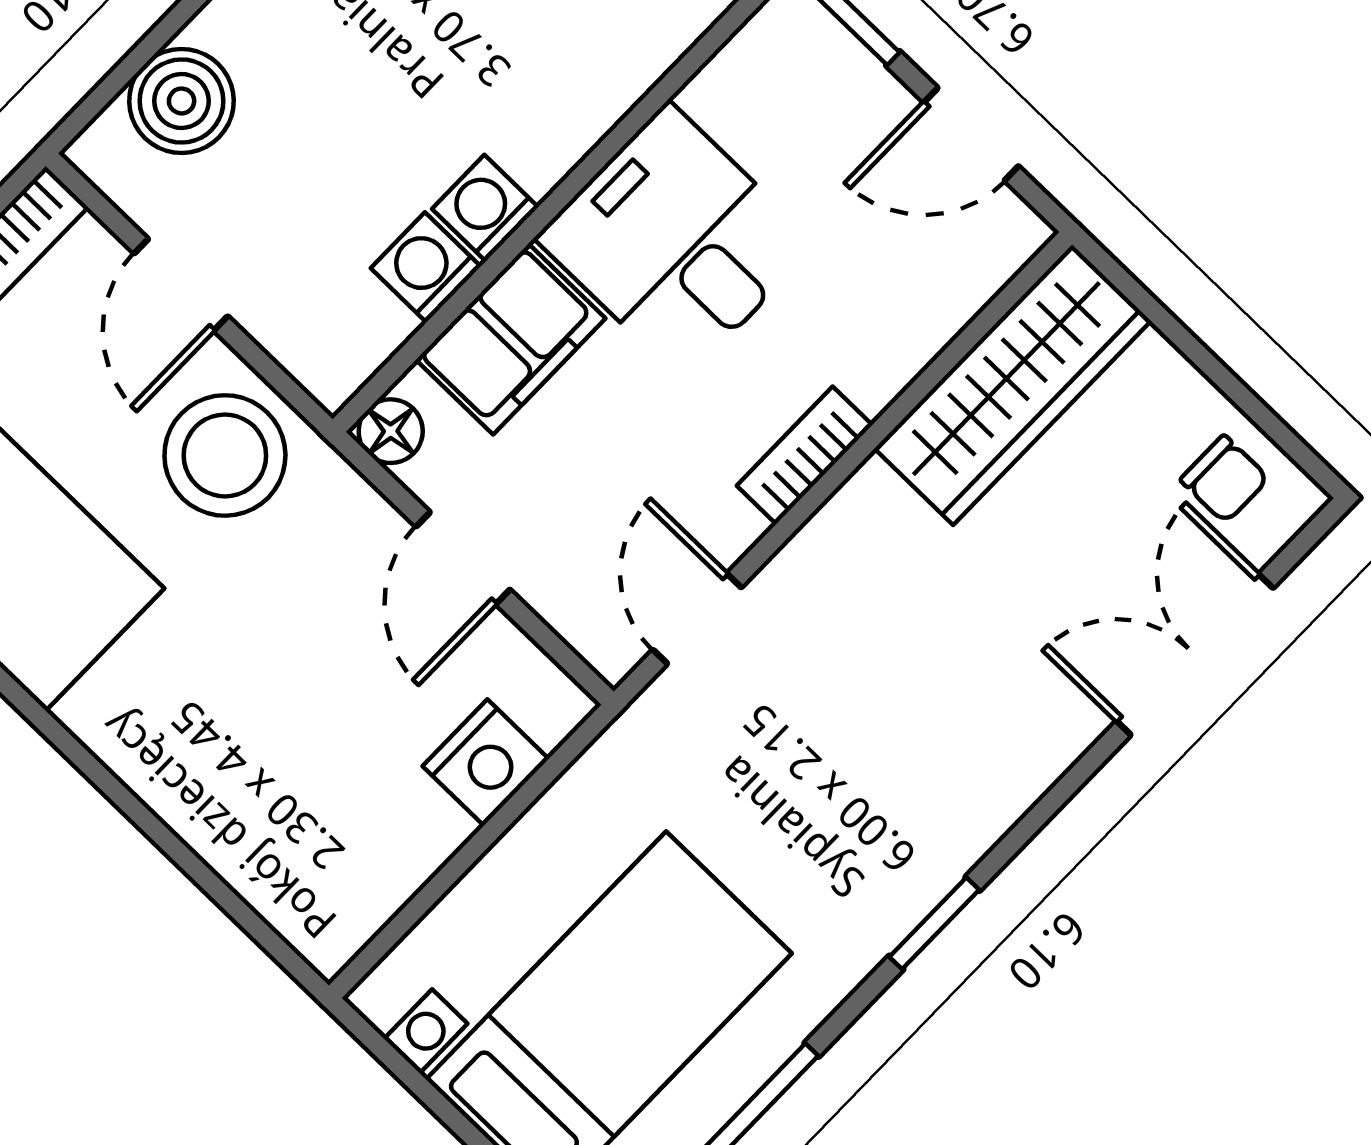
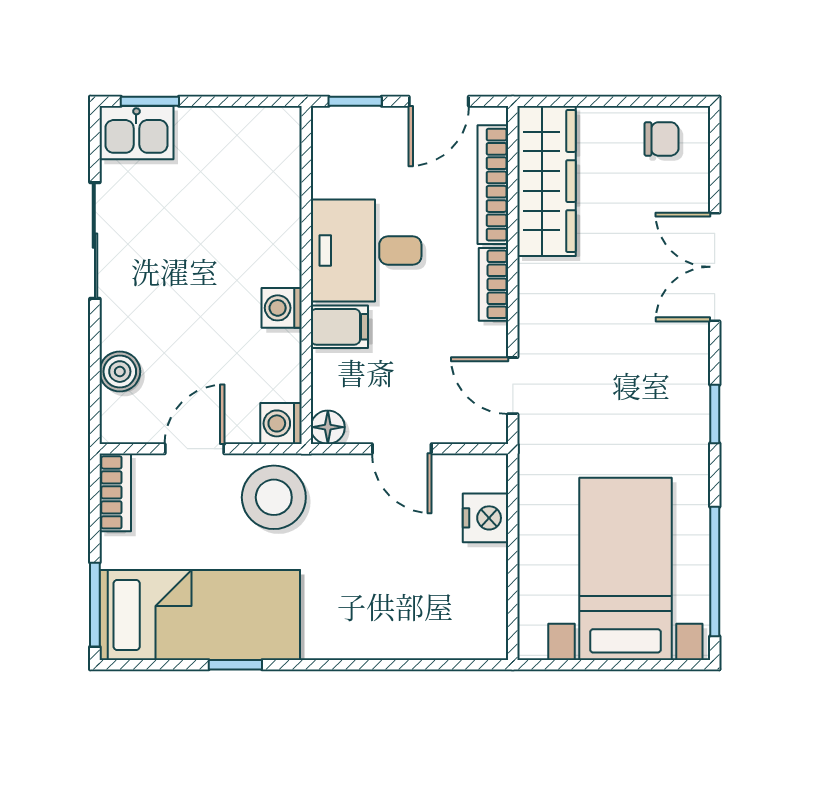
boiler: (182, 101) -> (120, 372), width x0.73, depth x0.73
washing machine: (426, 267) -> (281, 423), moved
door: (181, 285) -> (195, 449), swing flipped
bookcase: (935, 319) -> (493, 185), added
filing cabinet: (511, 339) -> (339, 327), width x0.50
double door: (1195, 655) -> (715, 267), moved

